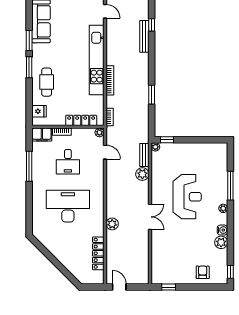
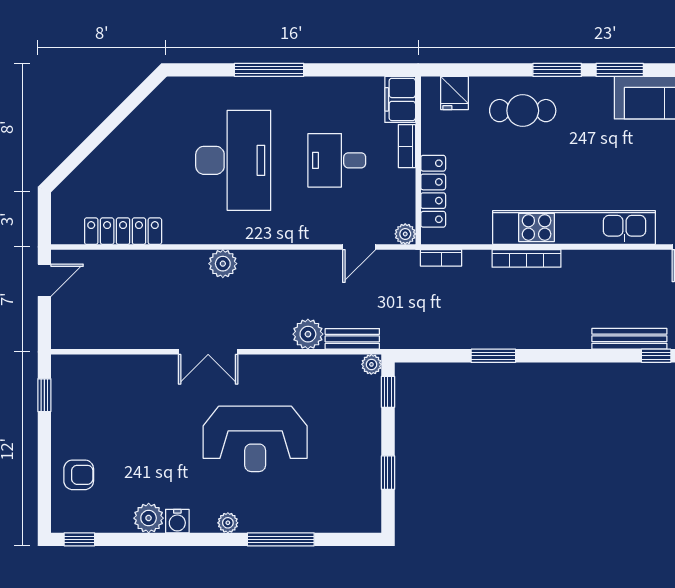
window: (202, 140) -> (388, 473), added
window: (29, 166) -> (269, 70), moved
plant: (112, 224) -> (223, 264), moved

